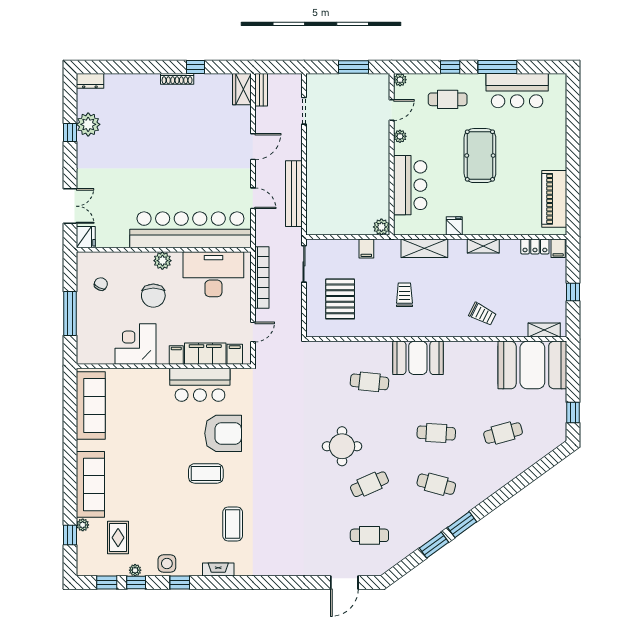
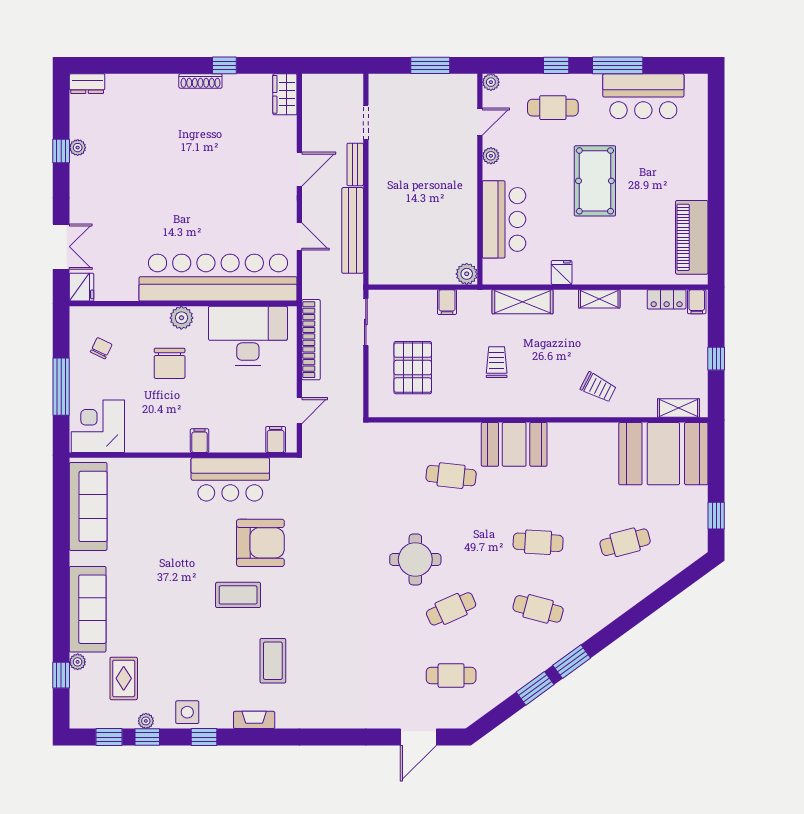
bench: (261, 90) -> (355, 164), moved
plant: (88, 124) -> (78, 148), width x0.53, depth x0.53
corner desk: (136, 344) -> (98, 426), moved
filing cabinet: (205, 354) -> (237, 439), removed

